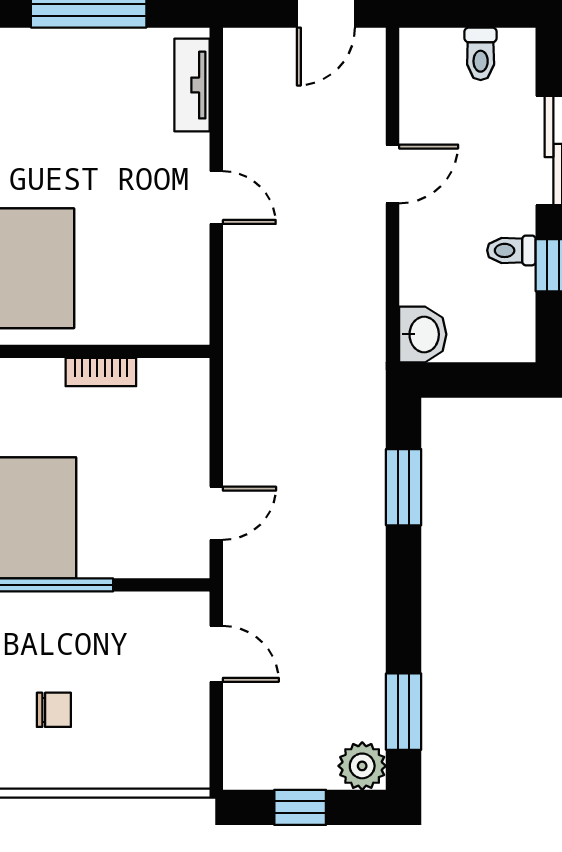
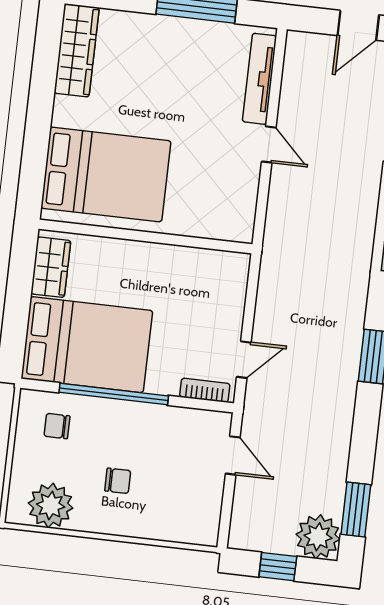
tv unit: (192, 85) -> (260, 79), width x1.41
bookcase: (101, 372) -> (205, 390), moved, turned 180
plant: (362, 766) -> (318, 537), width x1.36, depth x1.36

